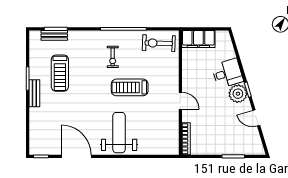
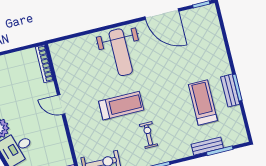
bench: (54, 35) -> (207, 146), moved
bench: (34, 93) -> (230, 91), moved

